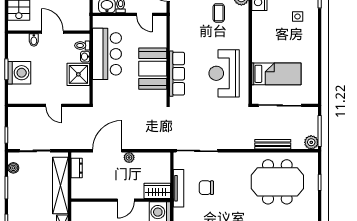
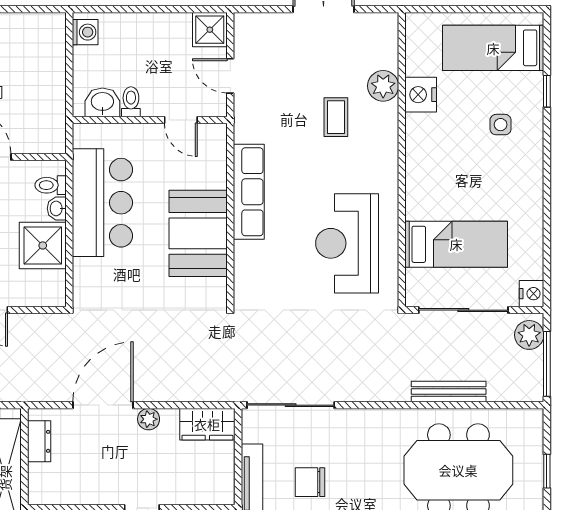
row of seats: (177, 74) -> (249, 192), moved
nightstand: (312, 97) -> (532, 294), added
plant: (311, 142) -> (529, 335), moved
wardrobe: (157, 191) -> (207, 424), moved, turned 180

